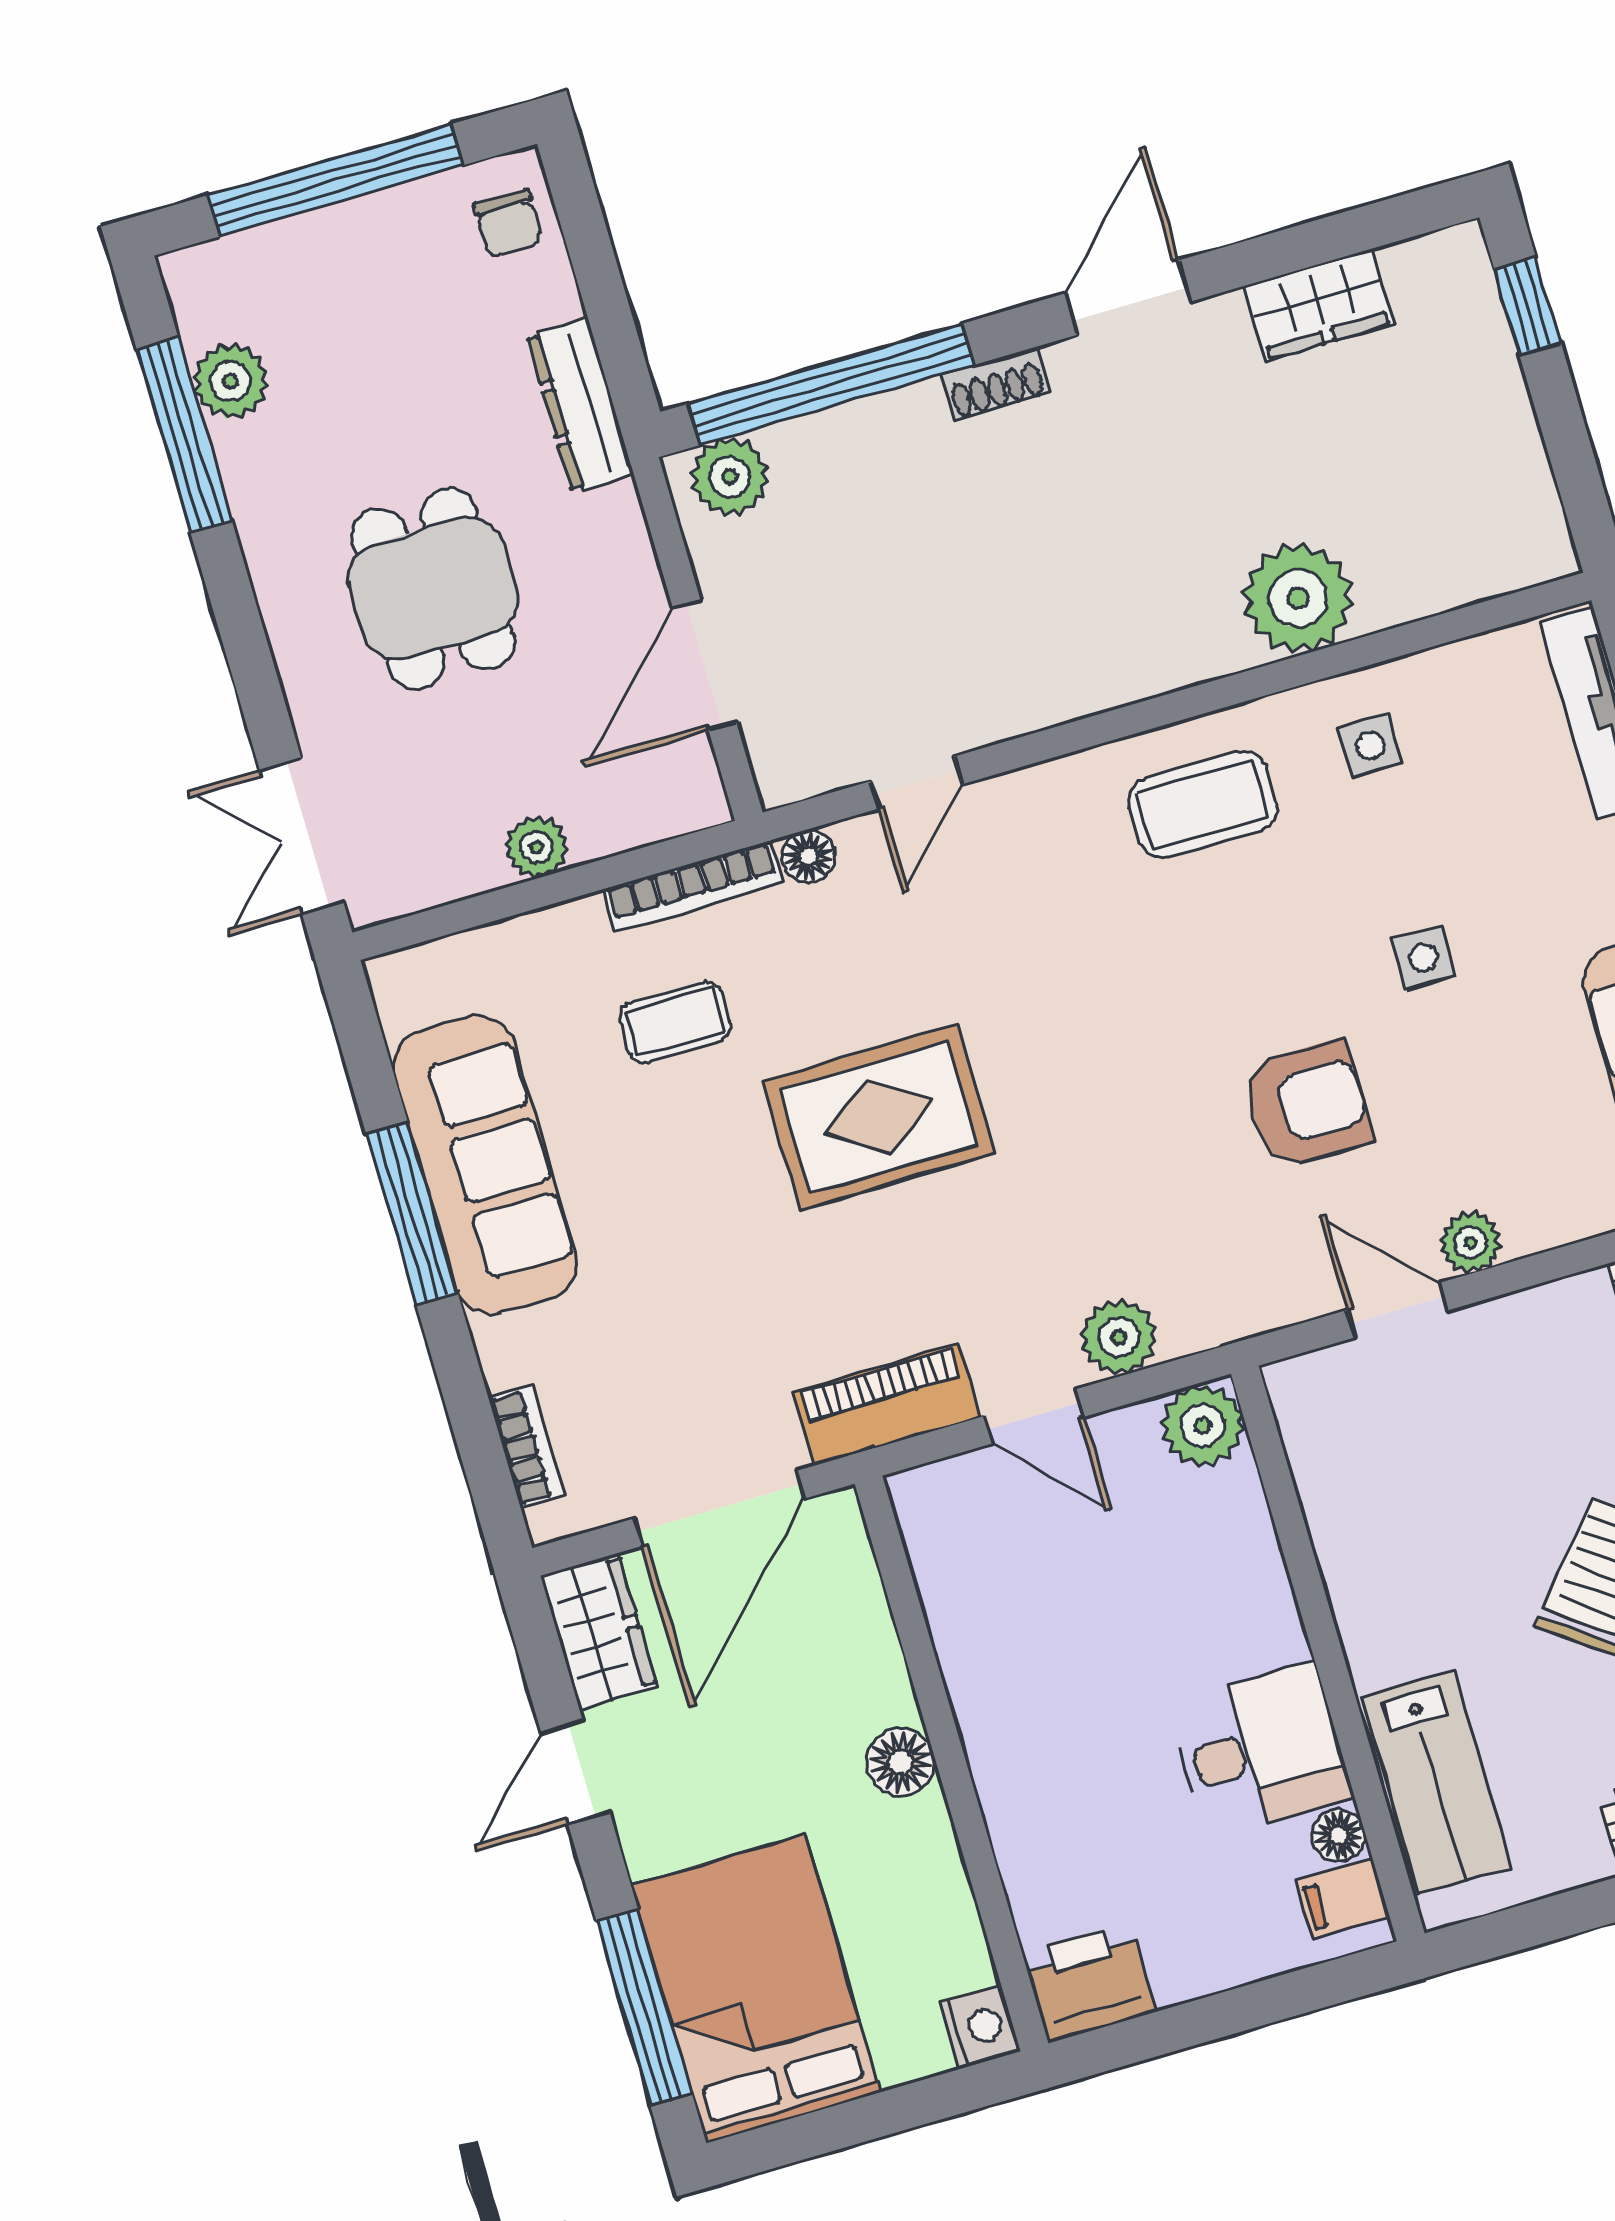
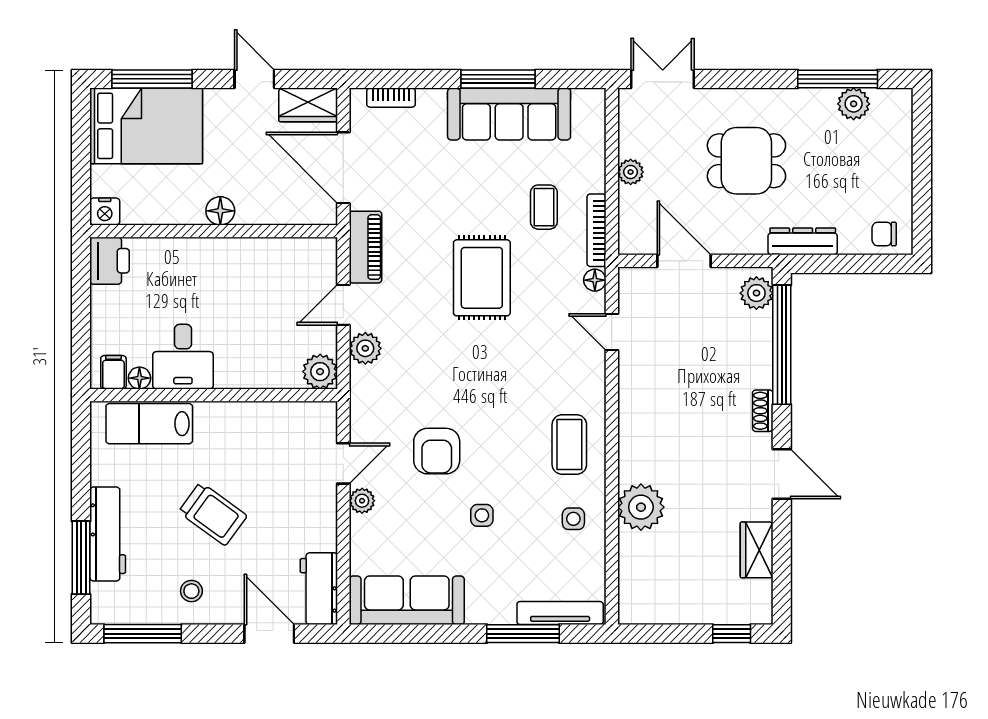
window: (335, 180) -> (922, 170), removed

